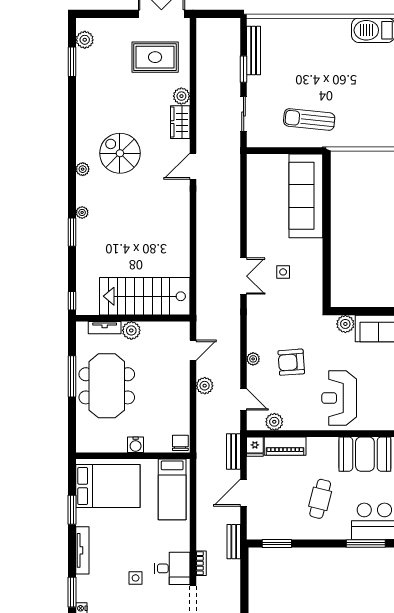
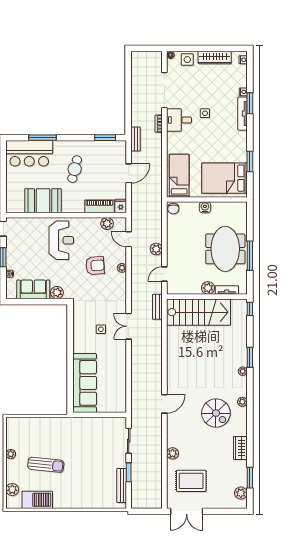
sun lounger: (309, 120) -> (46, 465), moved
wardrobe: (180, 122) -> (240, 448), moved, turned 180
bench: (234, 452) -> (157, 307), moved
tv unit: (82, 550) -> (242, 114), moved

